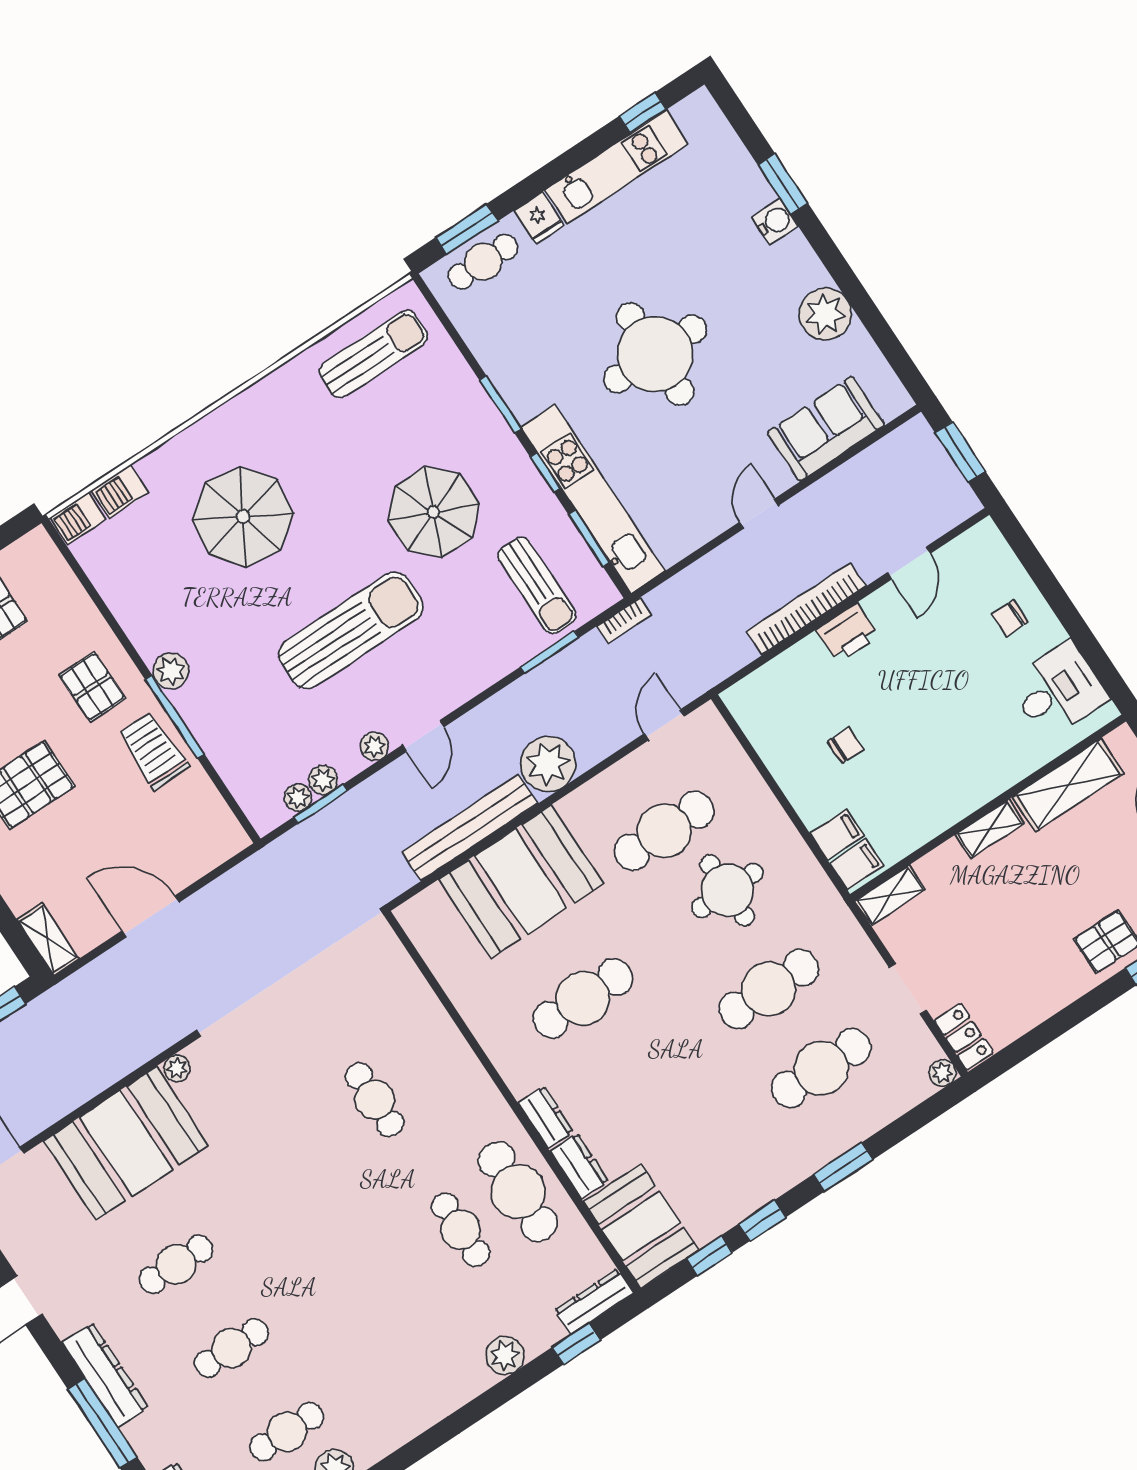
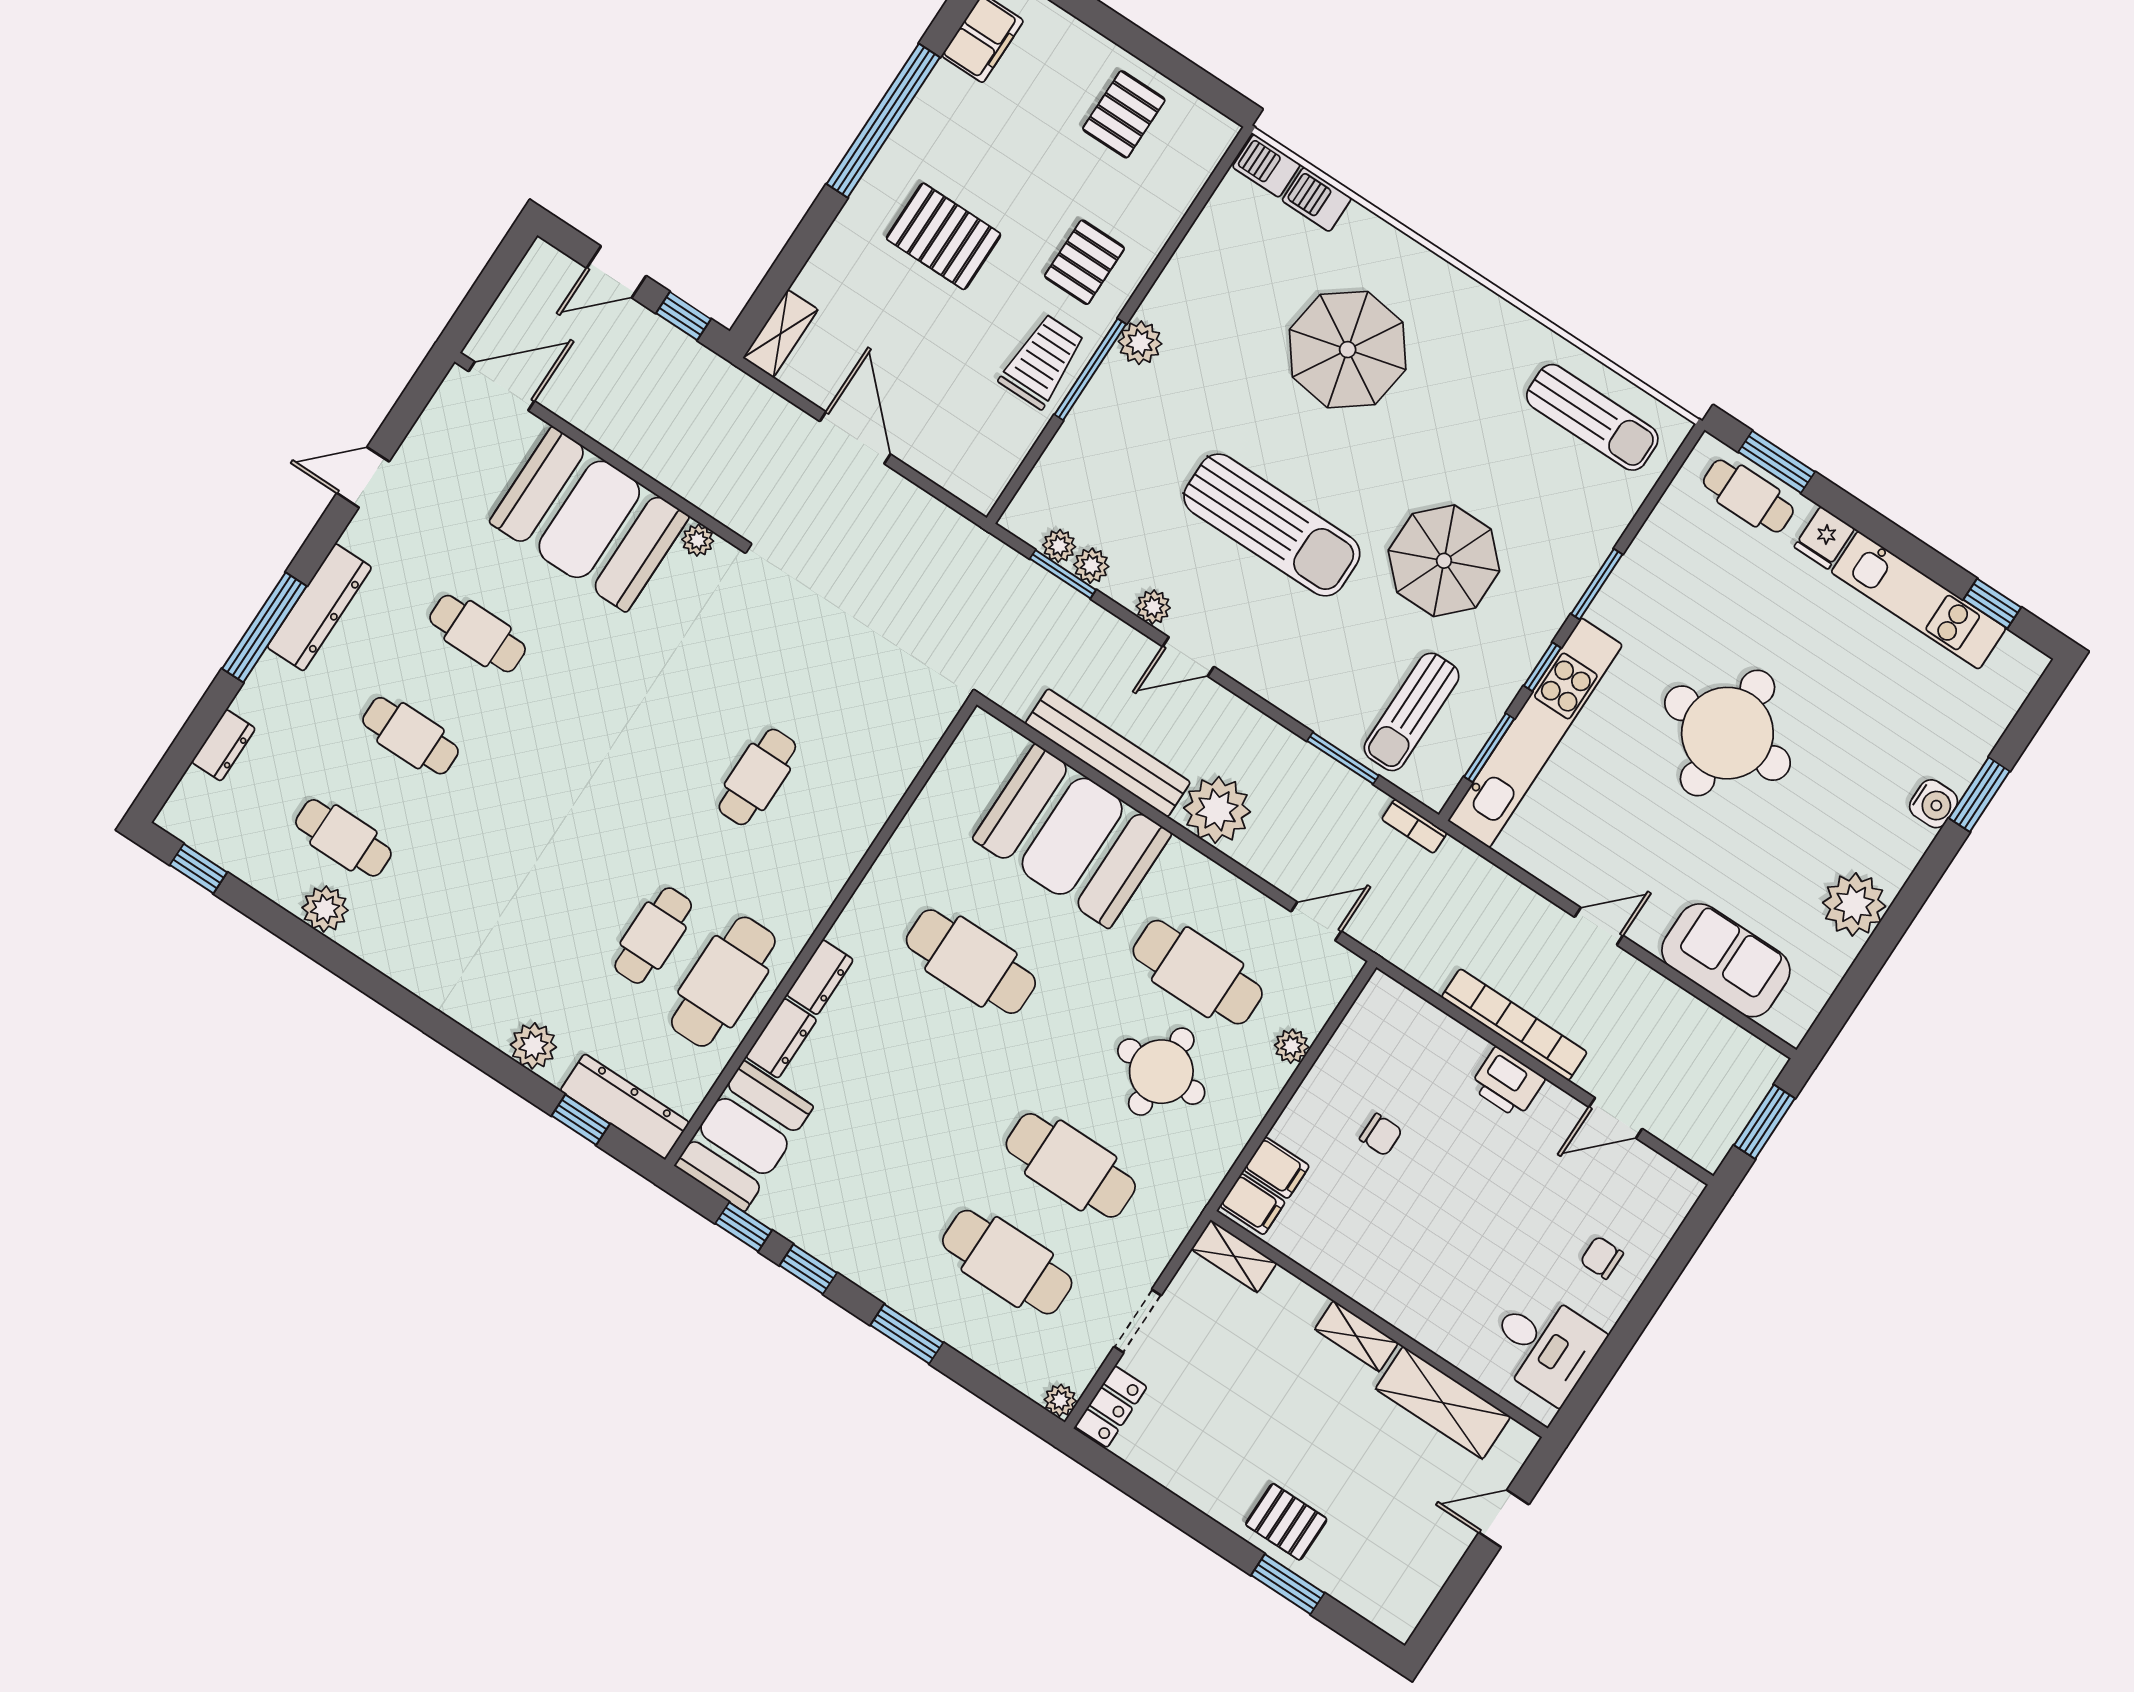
plant: (750, 784) -> (1292, 1046), added
dresser: (594, 1302) -> (625, 1107), width x1.37, depth x1.24

